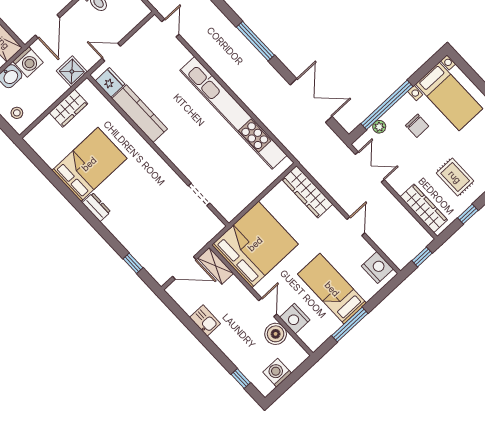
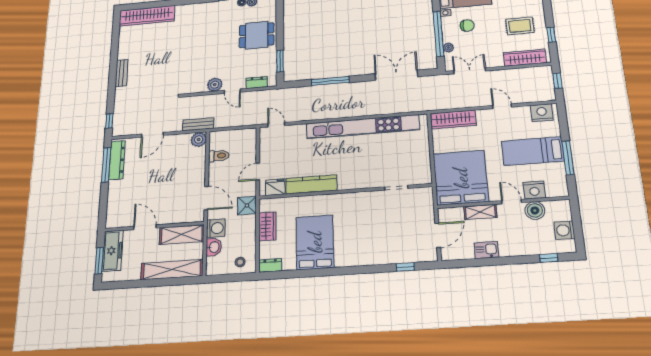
dresser: (96, 207) -> (270, 265), moved
shelving: (215, 266) -> (480, 212), moved

